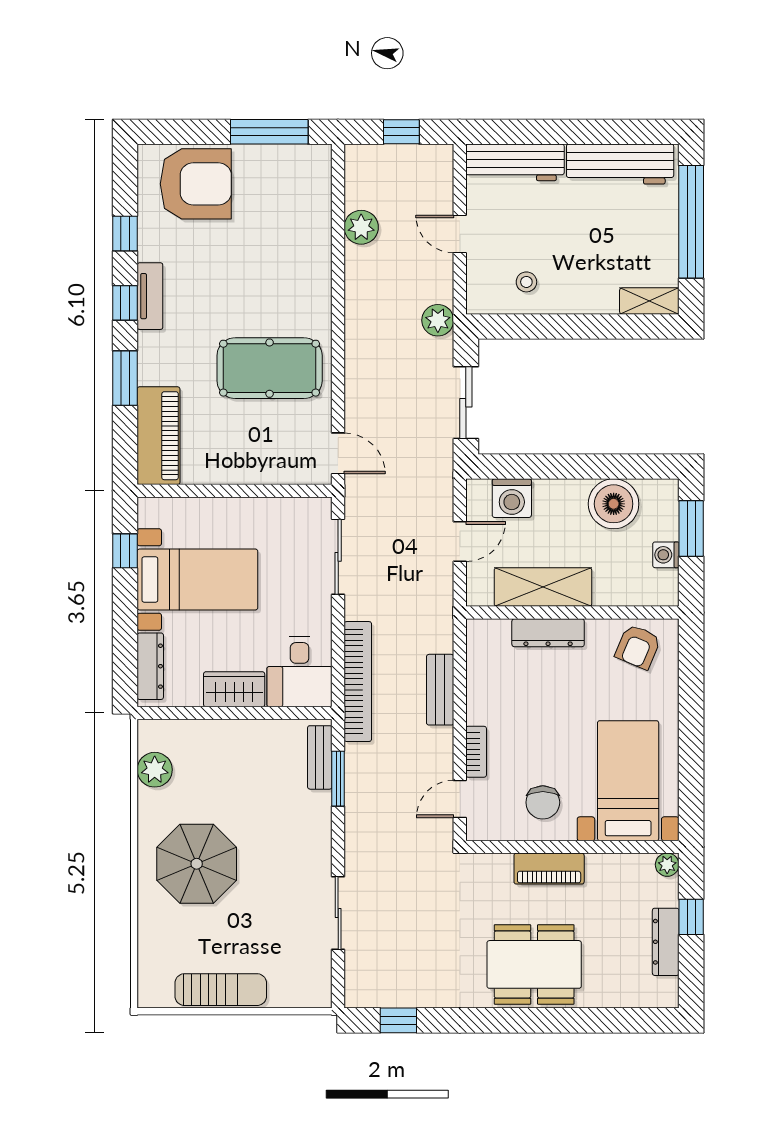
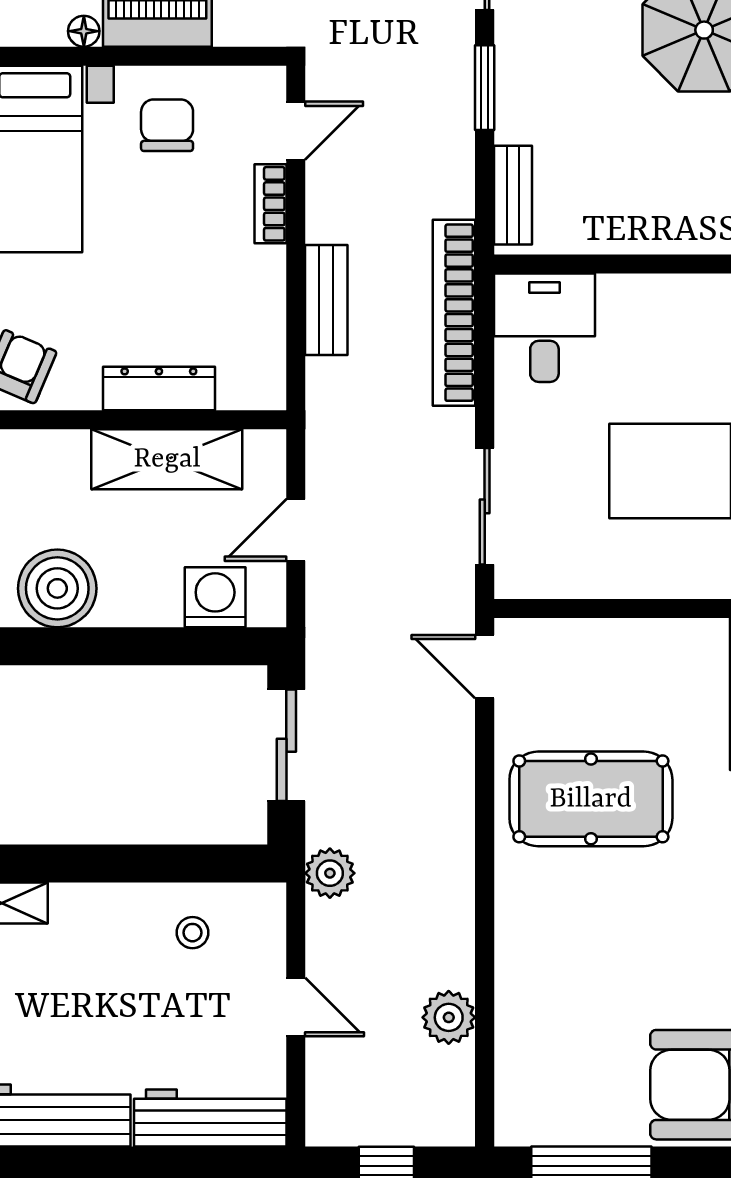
wardrobe: (234, 689) -> (646, 301), removed
window: (338, 779) -> (485, 88), moved
floor lamp: (596, 863) -> (84, 31), added

